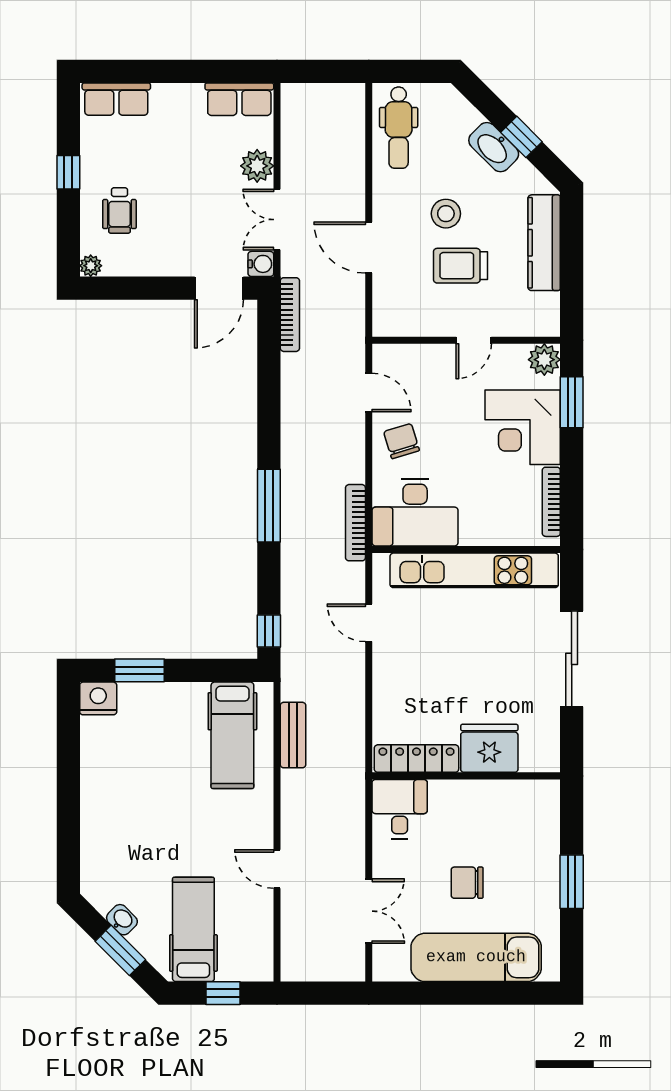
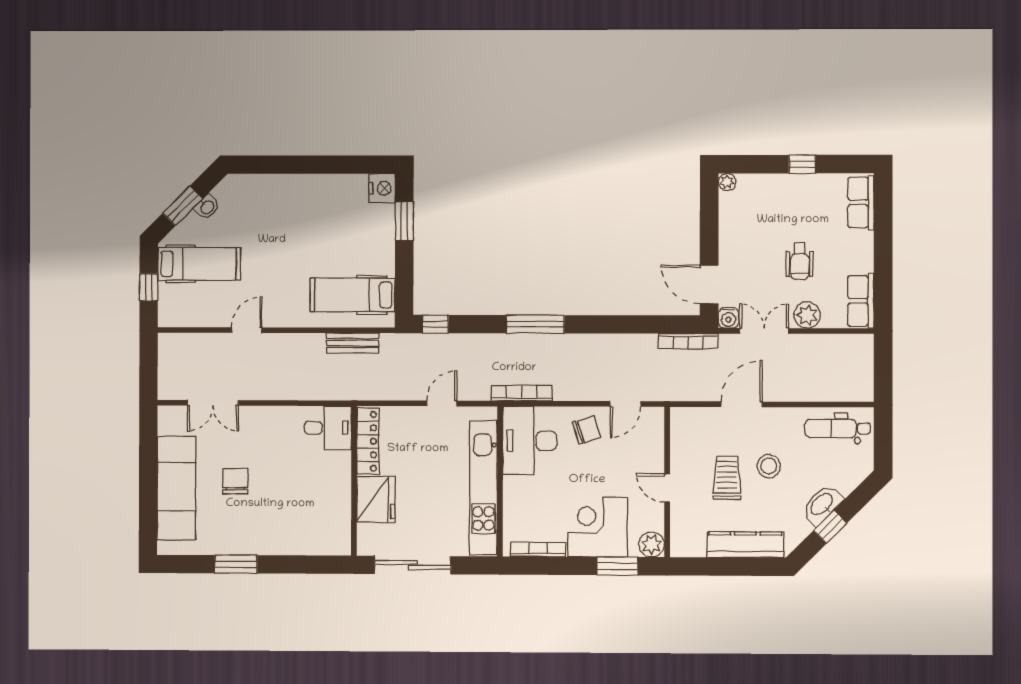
wheelchair: (119, 210) -> (800, 261), moved, turned -90
fridge: (489, 748) -> (376, 499), moved
locker: (416, 759) -> (368, 441), moved
wall: (466, 776) -> (354, 481), moved
desk: (400, 809) -> (328, 428), moved

